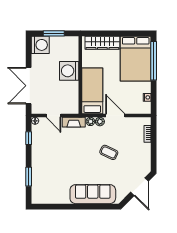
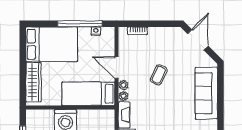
window: (154, 61) -> (80, 24), moved
door: (115, 116) -> (117, 68), hinge flipped
door: (139, 187) -> (198, 40), hinge flipped

